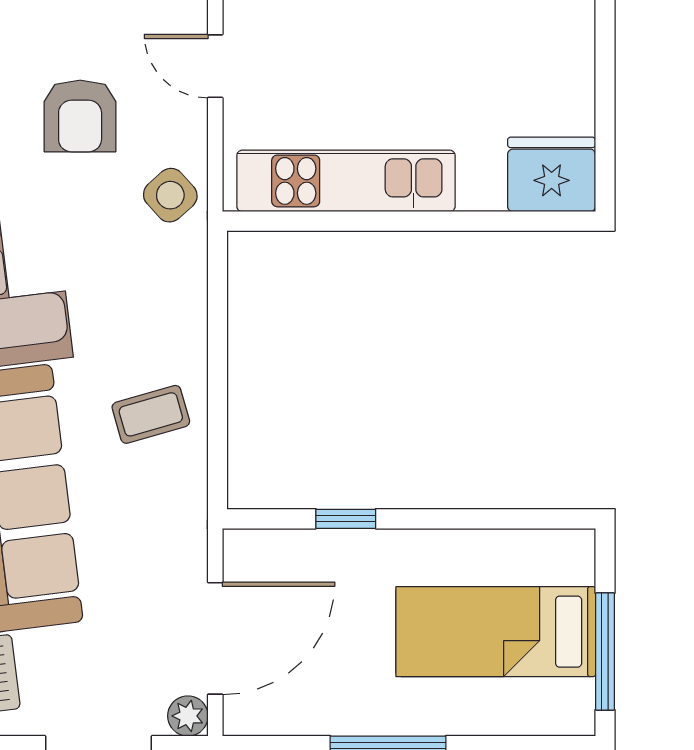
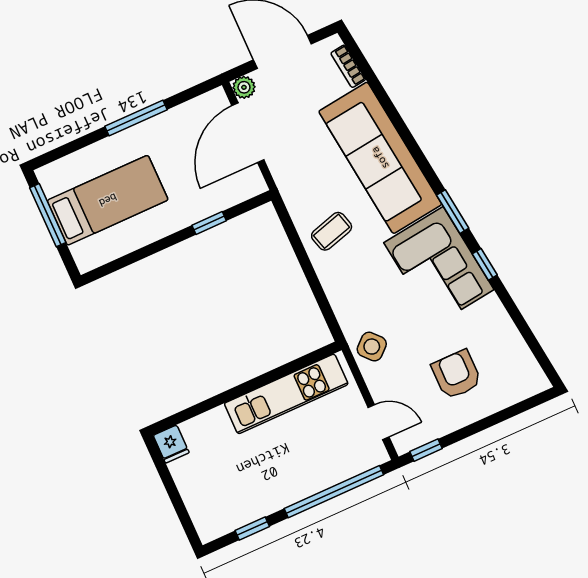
armchair: (80, 116) -> (456, 374), moved
fridge: (552, 174) -> (171, 444), width x0.53, depth x0.75

